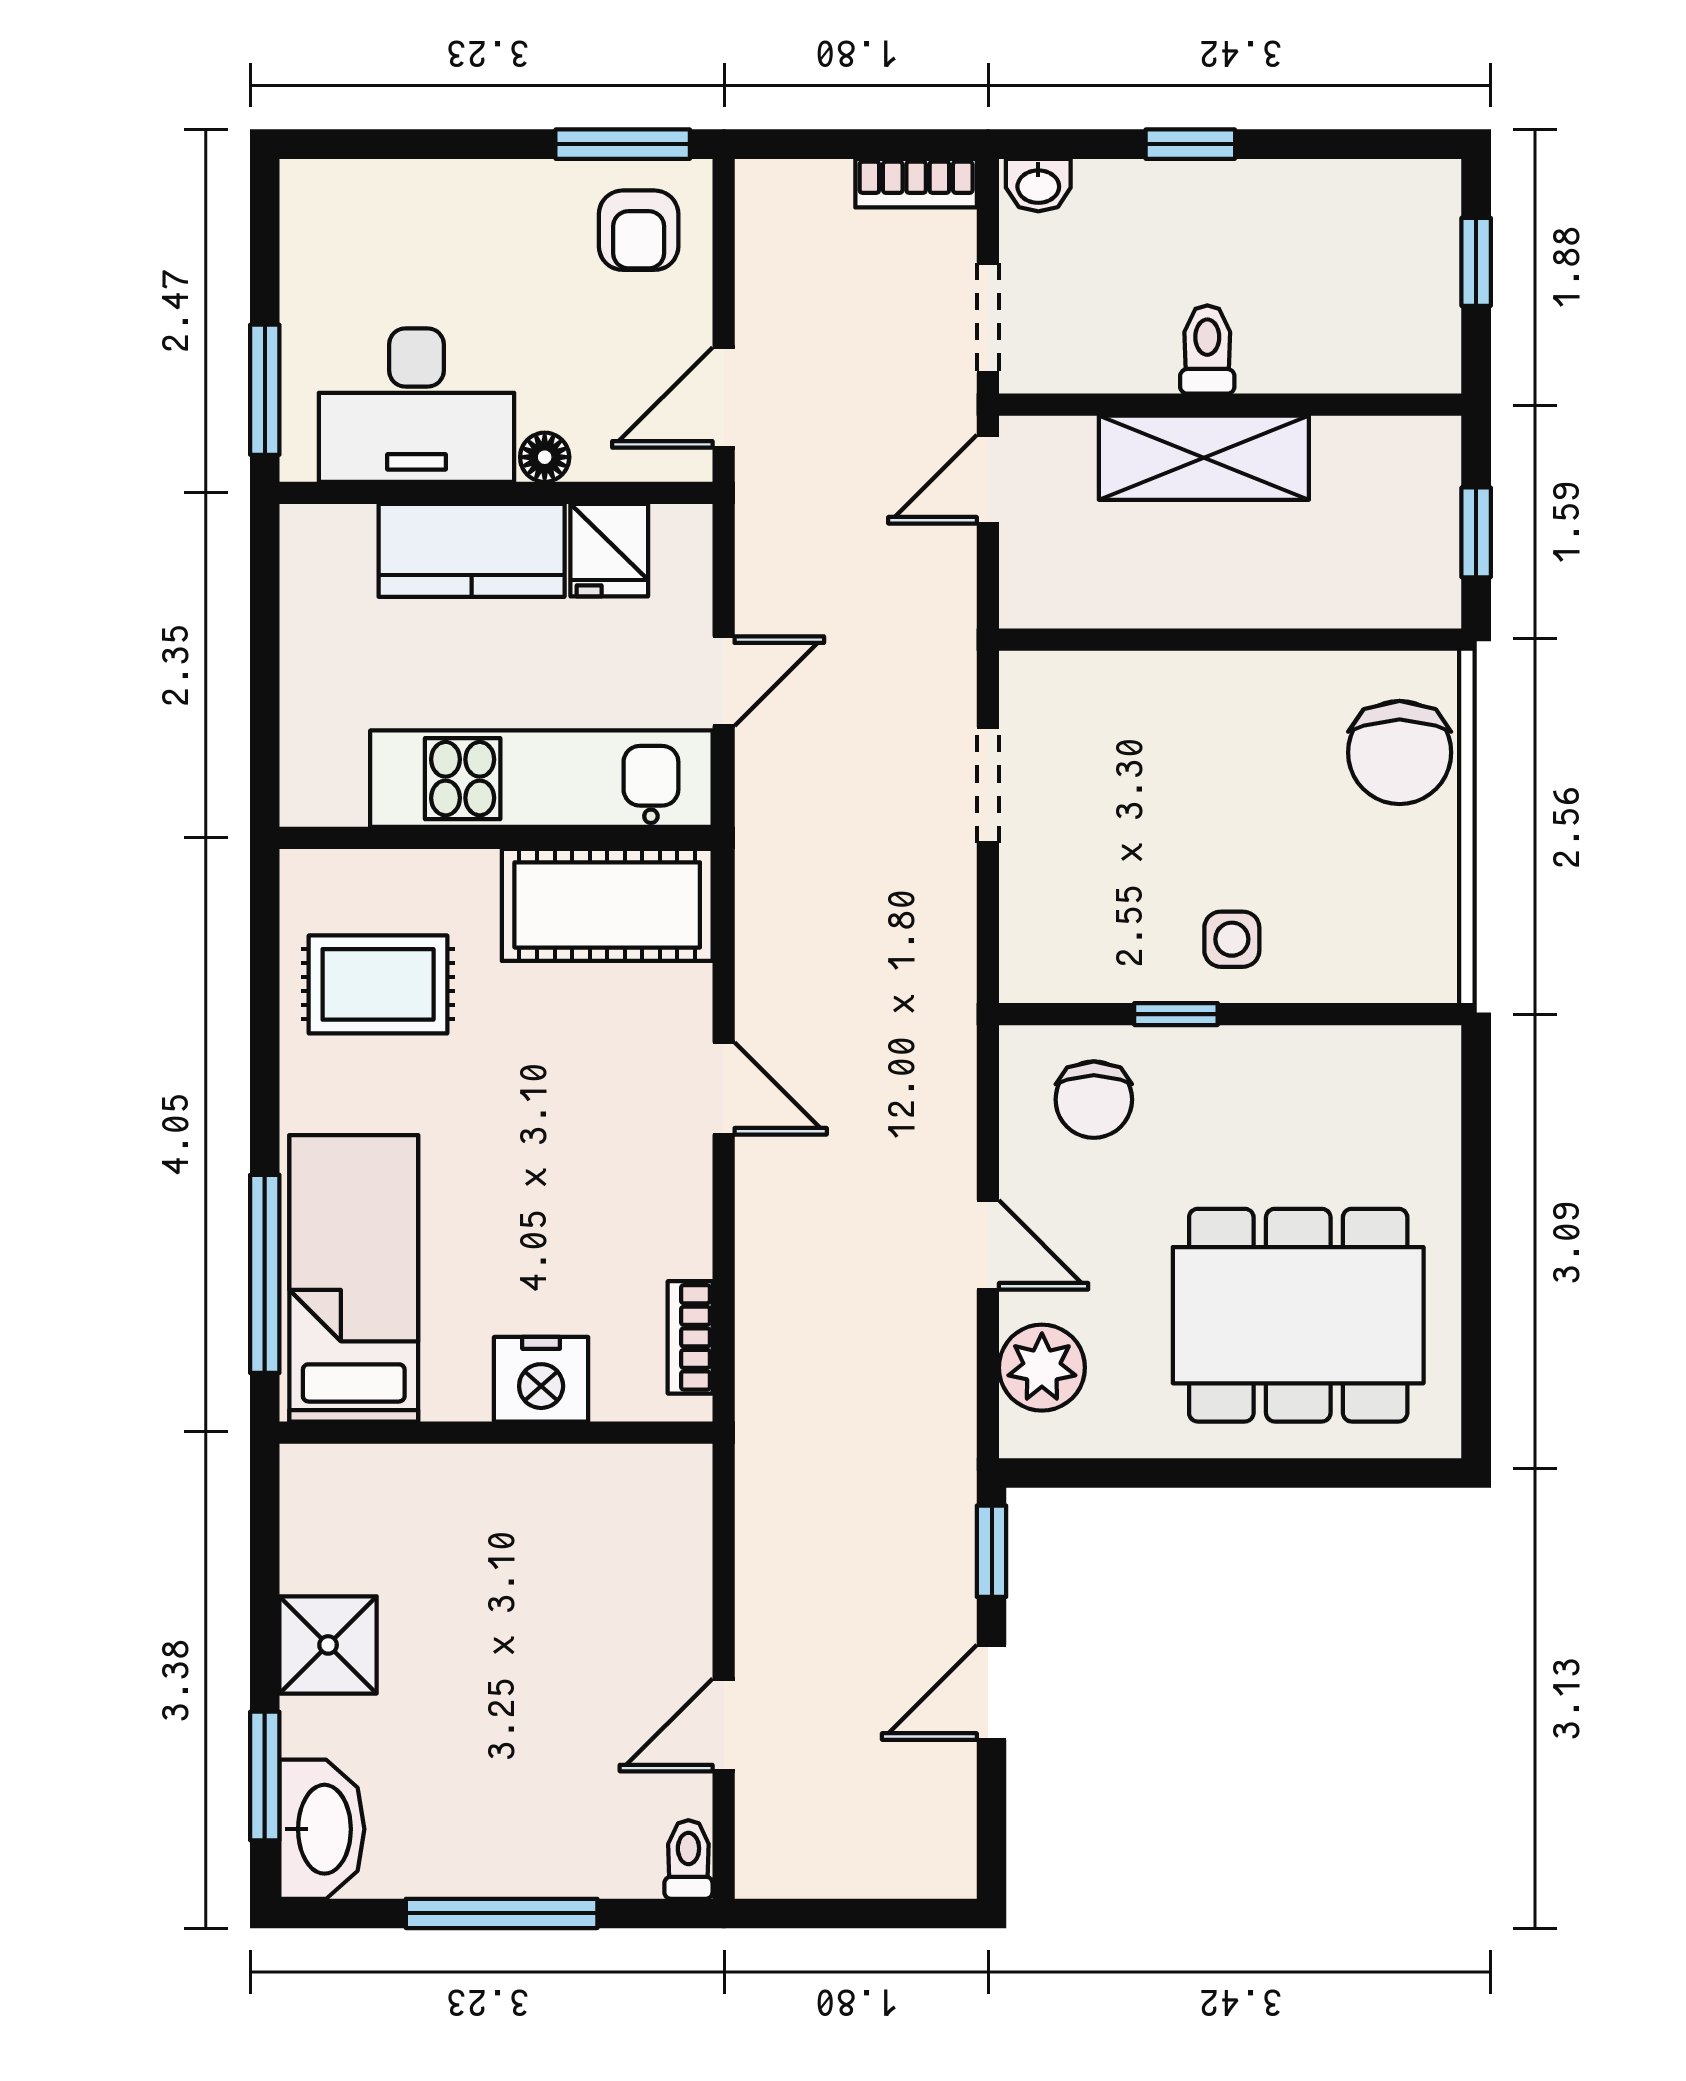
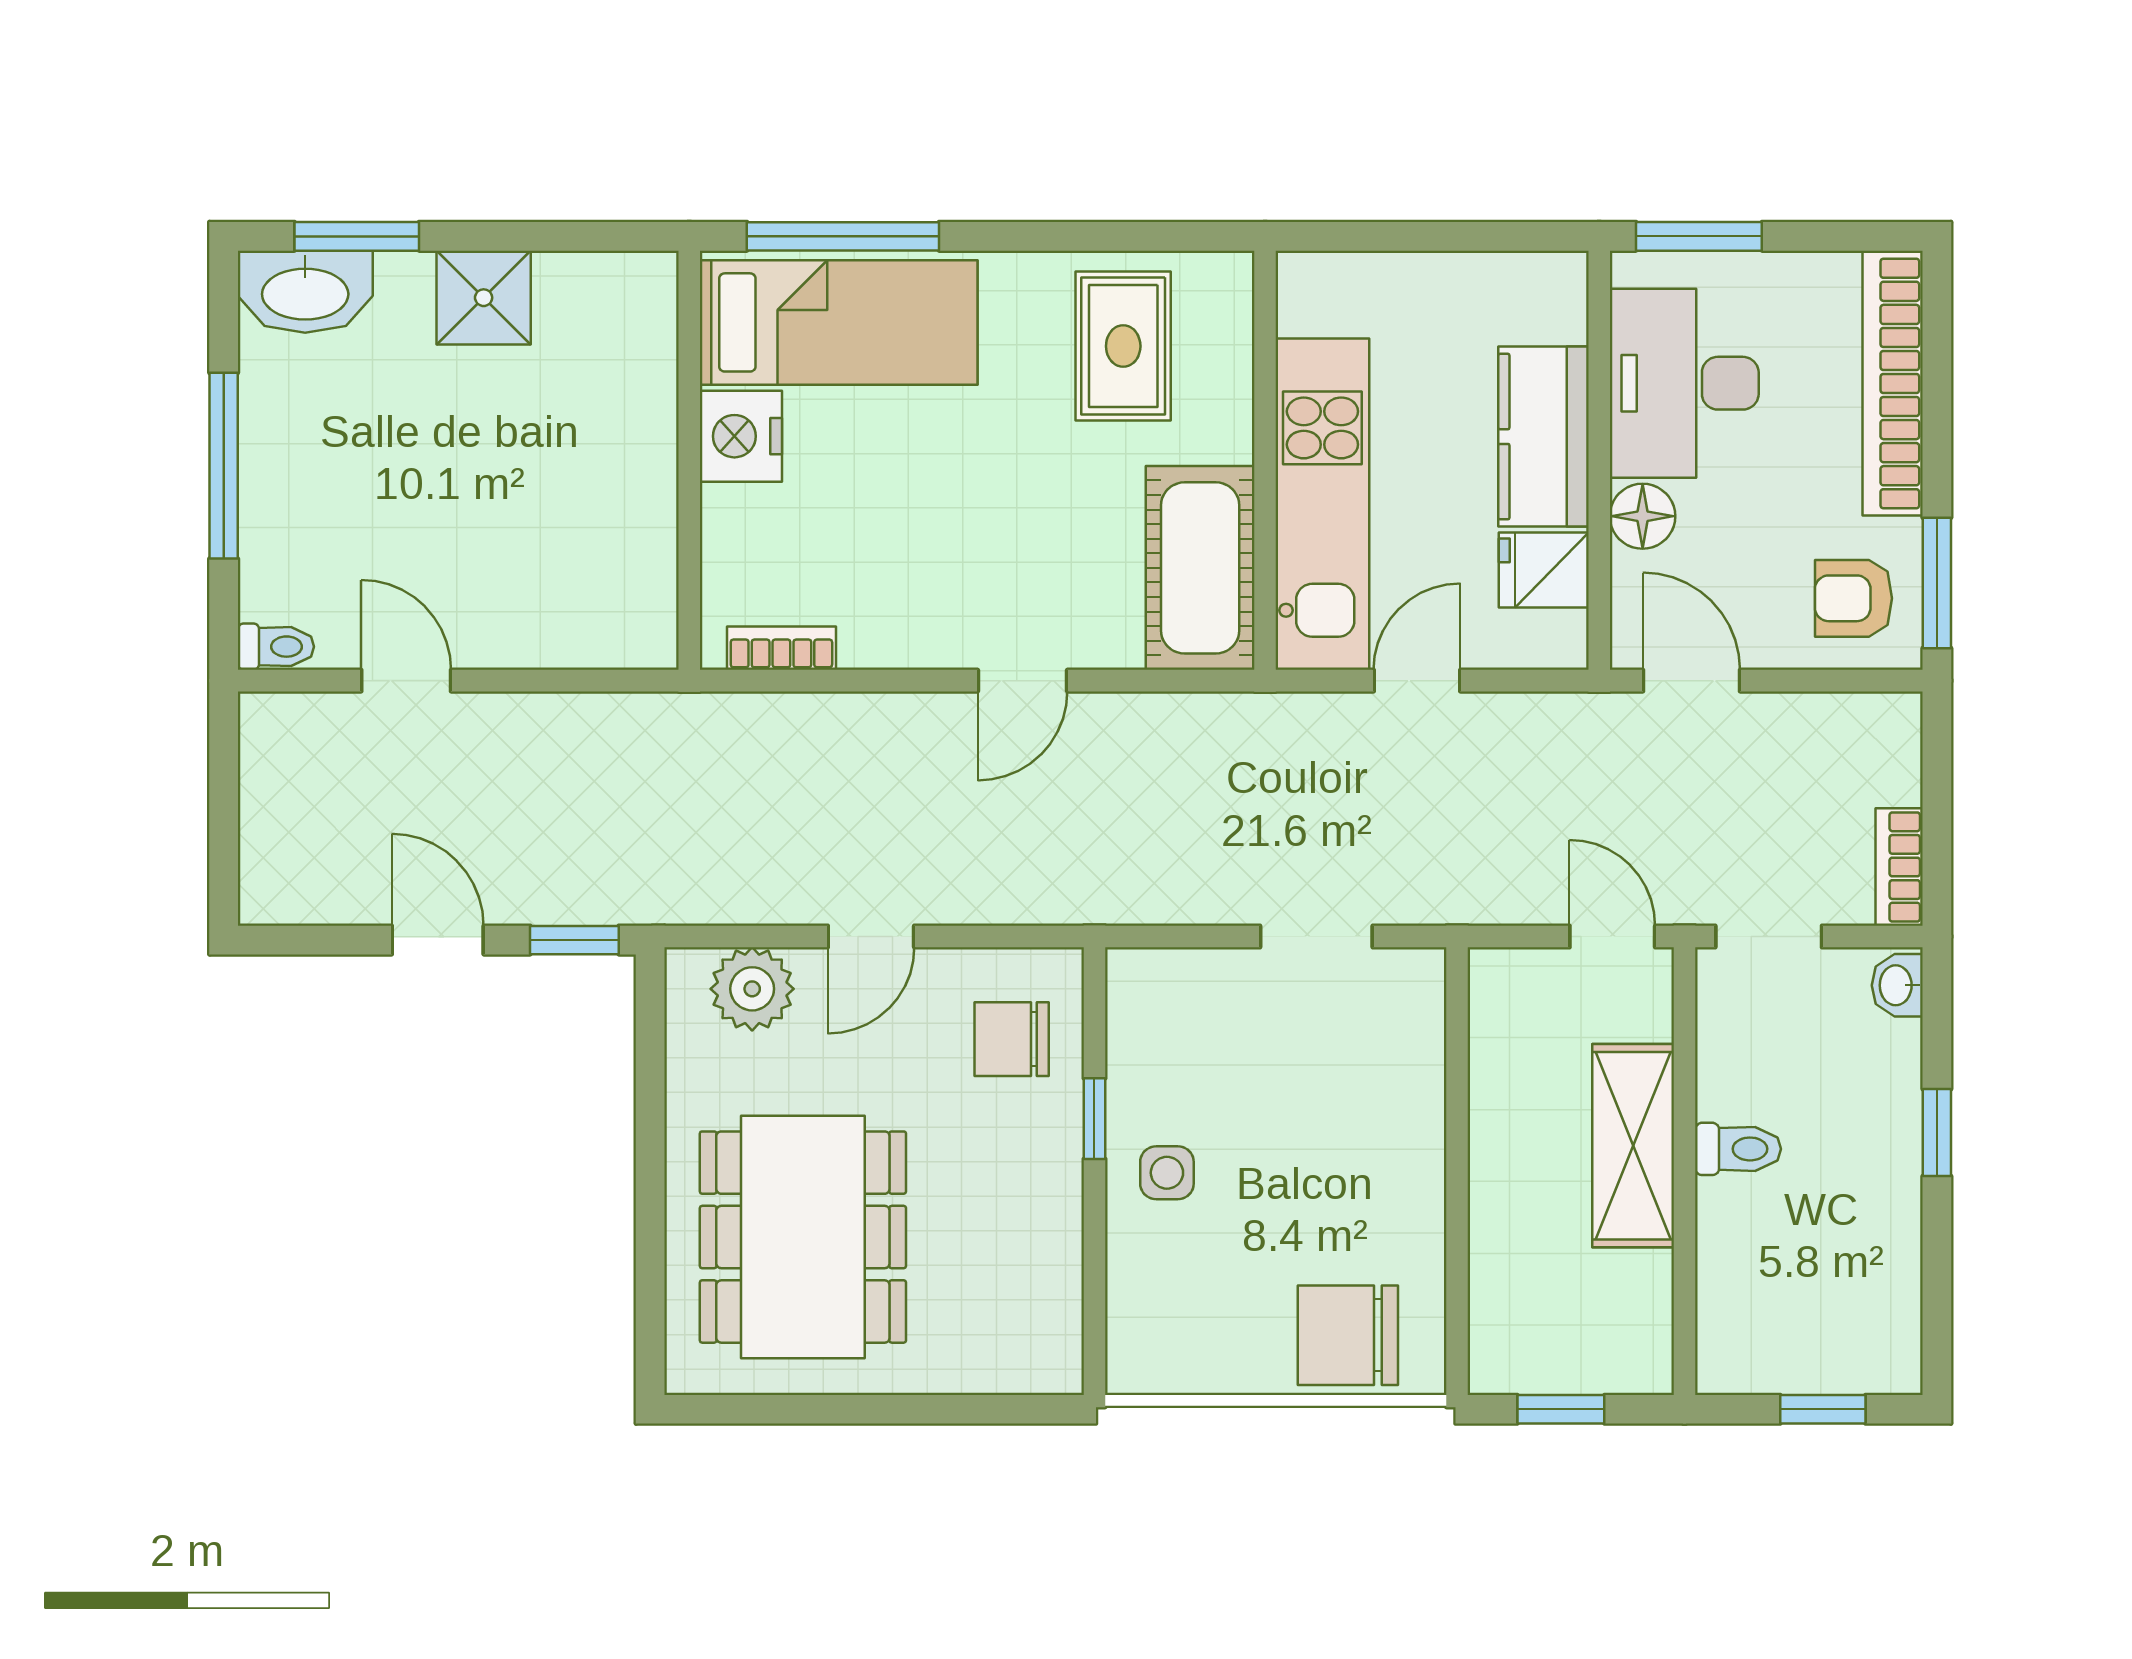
bookcase: (417, 190) -> (1893, 384), added
floor lamp: (545, 457) -> (1643, 516), width x1.37, depth x1.37
door: (724, 681) -> (1417, 681), swing flipped
nightstand: (541, 1379) -> (741, 436), moved

